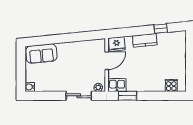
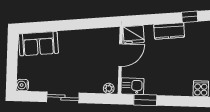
sliding door: (79, 96) -> (63, 97), moved

